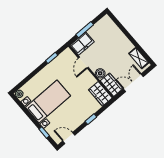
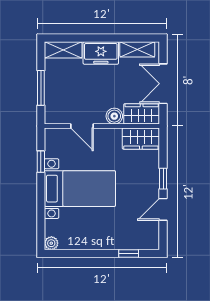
shelving: (110, 25) -> (63, 50), added
freezer: (82, 44) -> (101, 53), moved, turned 90
bed with nightstands: (48, 102) -> (80, 189), moved, turned 90
door: (69, 138) -> (163, 209), moved

